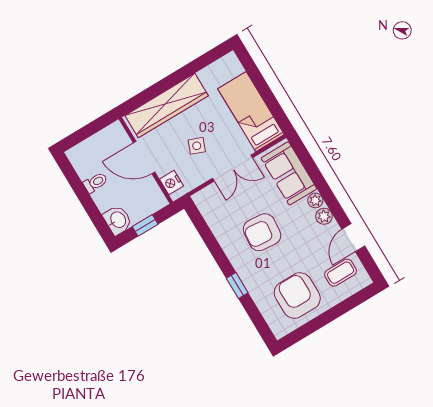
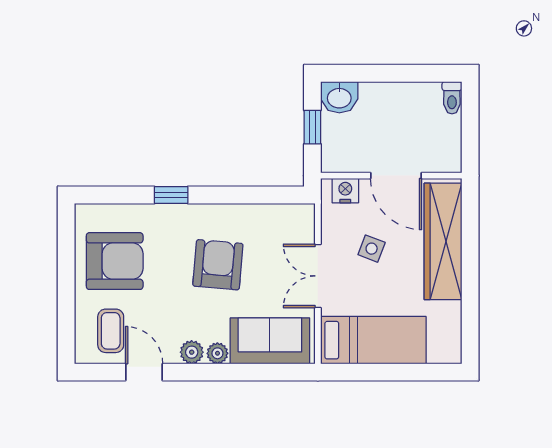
door: (144, 157) -> (396, 176), swing flipped
toilet: (95, 183) -> (452, 98), moved

